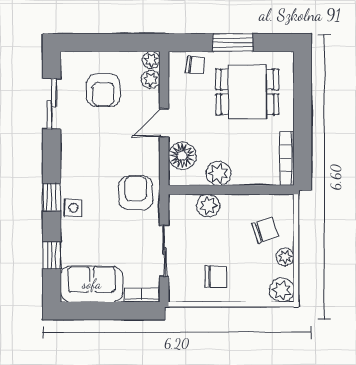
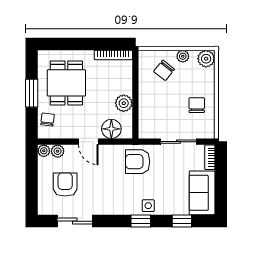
armchair: (103, 90) -> (65, 184), turned -90
plant: (208, 206) -> (147, 111), removed
chair: (265, 230) -> (164, 70), turned -124

